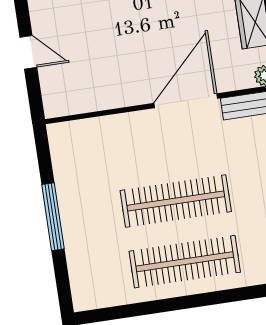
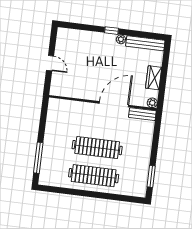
window: (53, 217) -> (38, 158), moved

